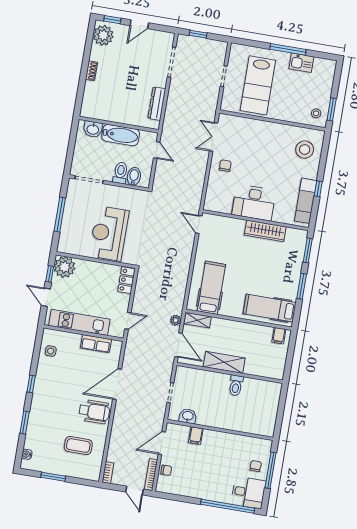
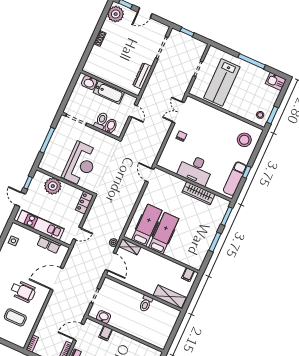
kitchen sink: (301, 63) -> (276, 81), moved
reception desk: (109, 233) -> (81, 164), turned 180
plant: (65, 267) -> (53, 186), moved
hospital bed: (270, 308) -> (164, 233), moved, turned 90
shelving: (224, 362) -> (170, 297), moved
wheelchair: (94, 412) -> (23, 291), moved

